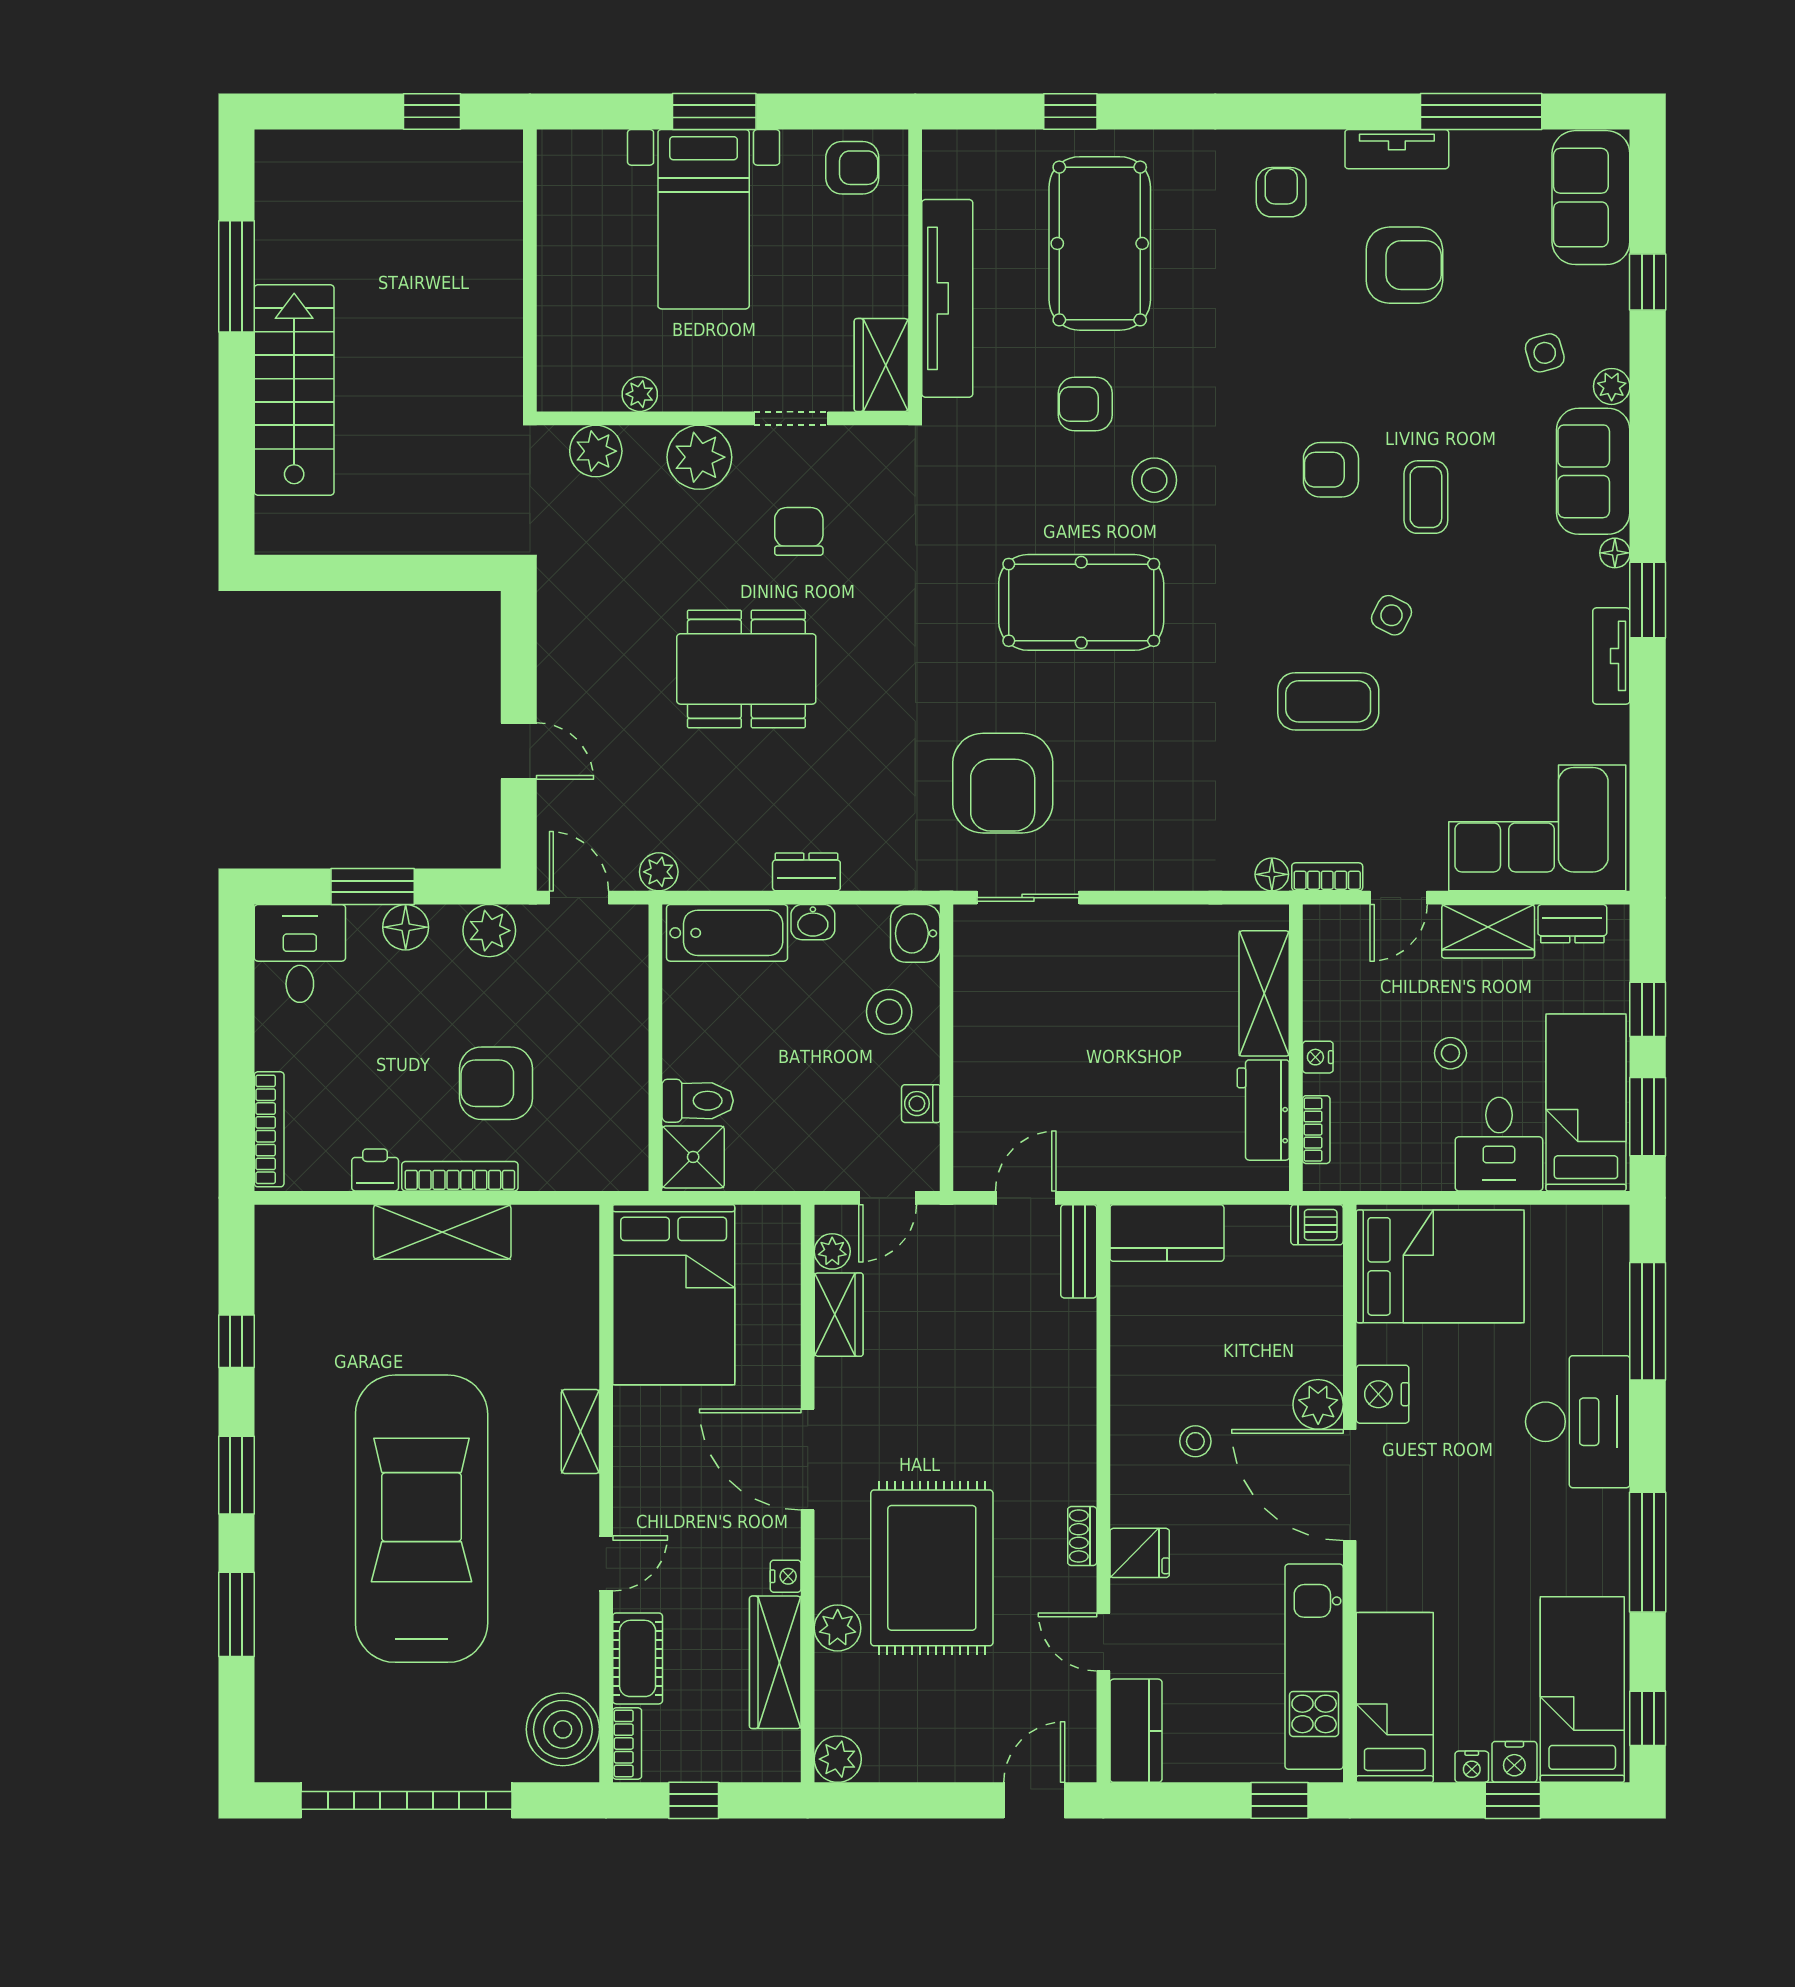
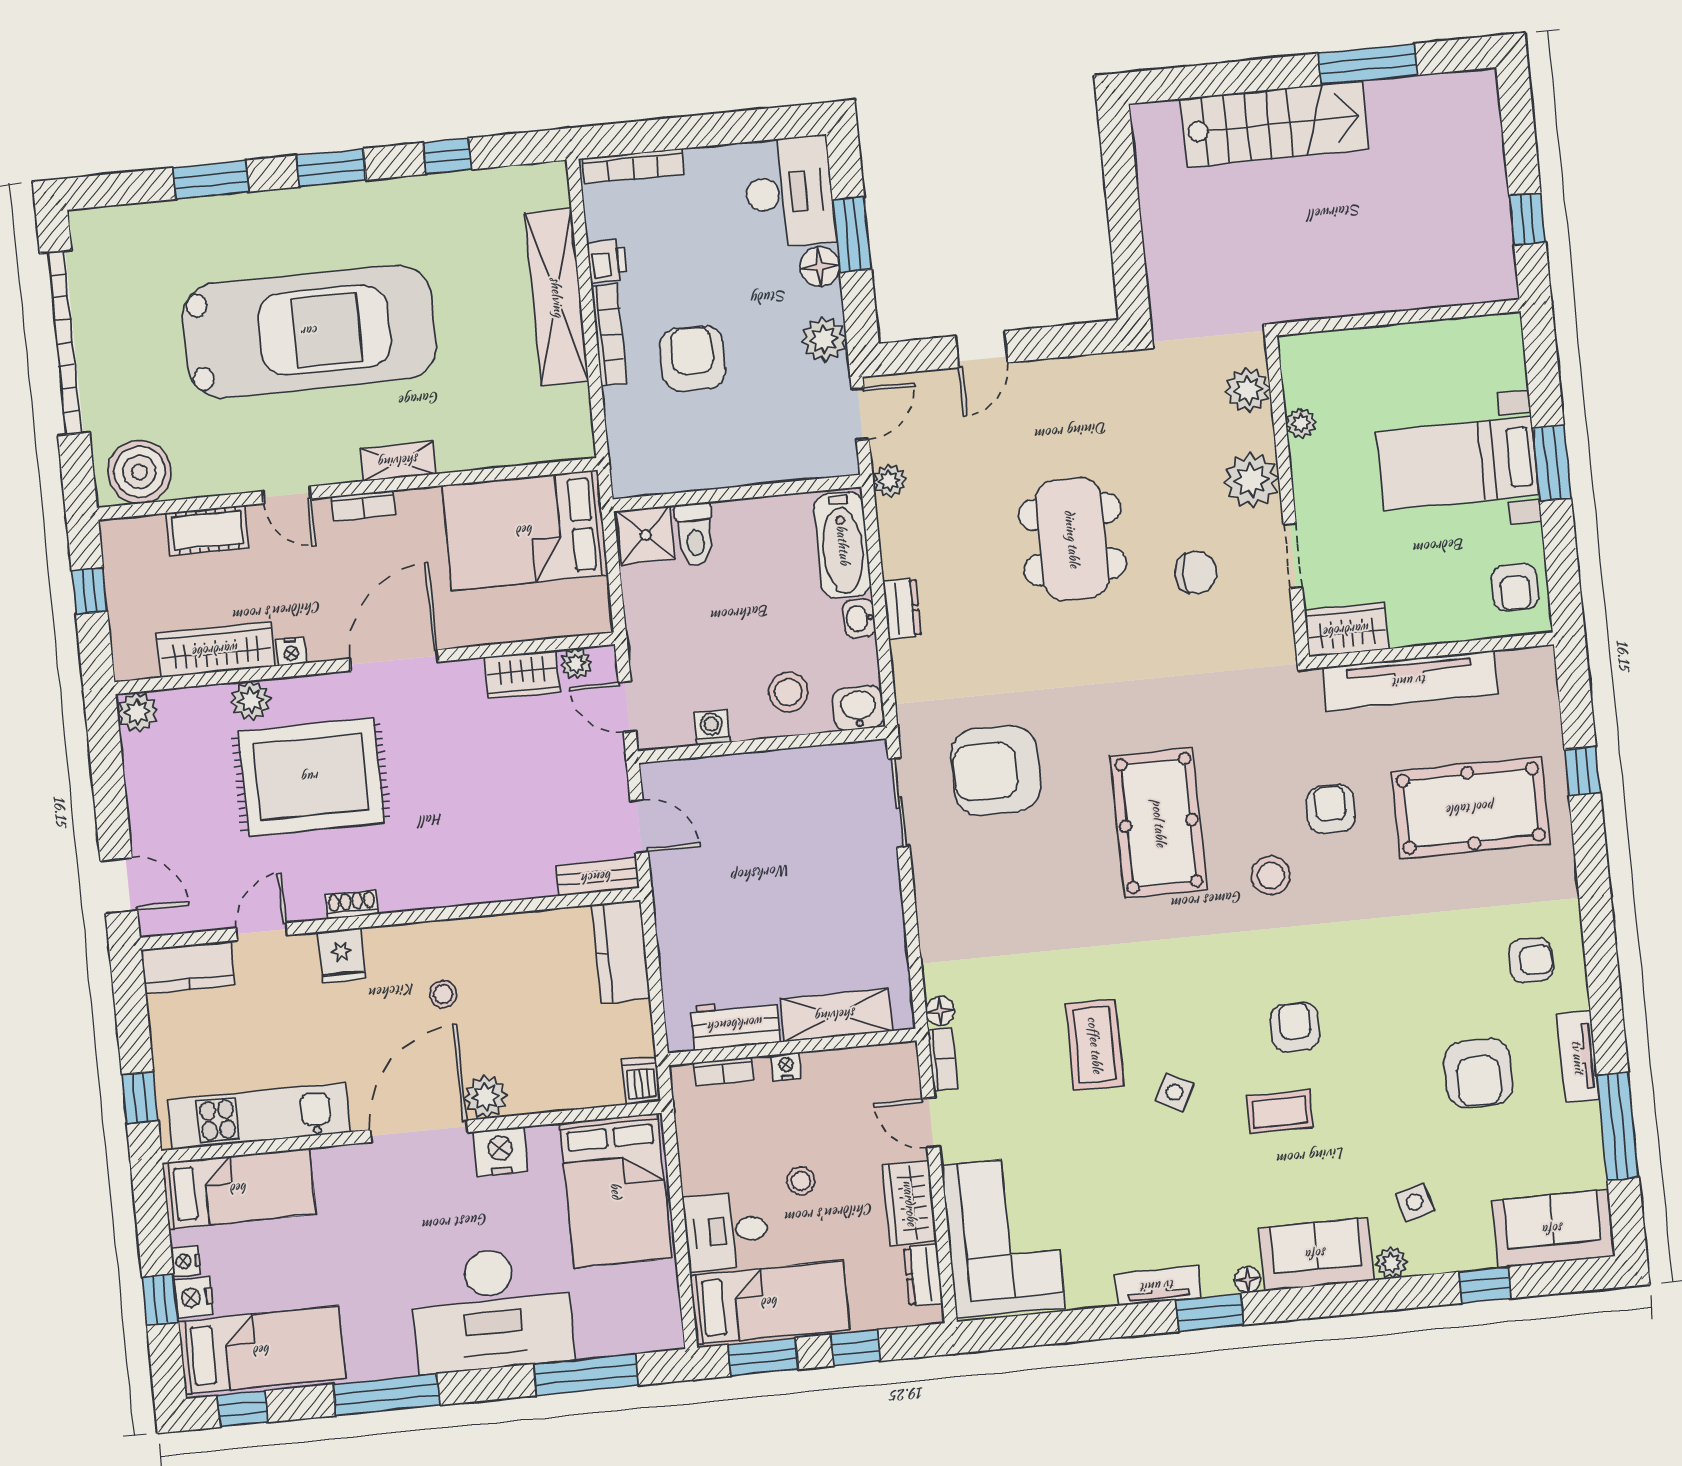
desk: (300, 953) -> (789, 192), width x1.37
shelving: (442, 1232) -> (557, 297), width x1.47
desk: (1578, 1422) -> (492, 1309), width x1.36, depth x1.30
bookcase: (627, 1743) -> (363, 506), moved

